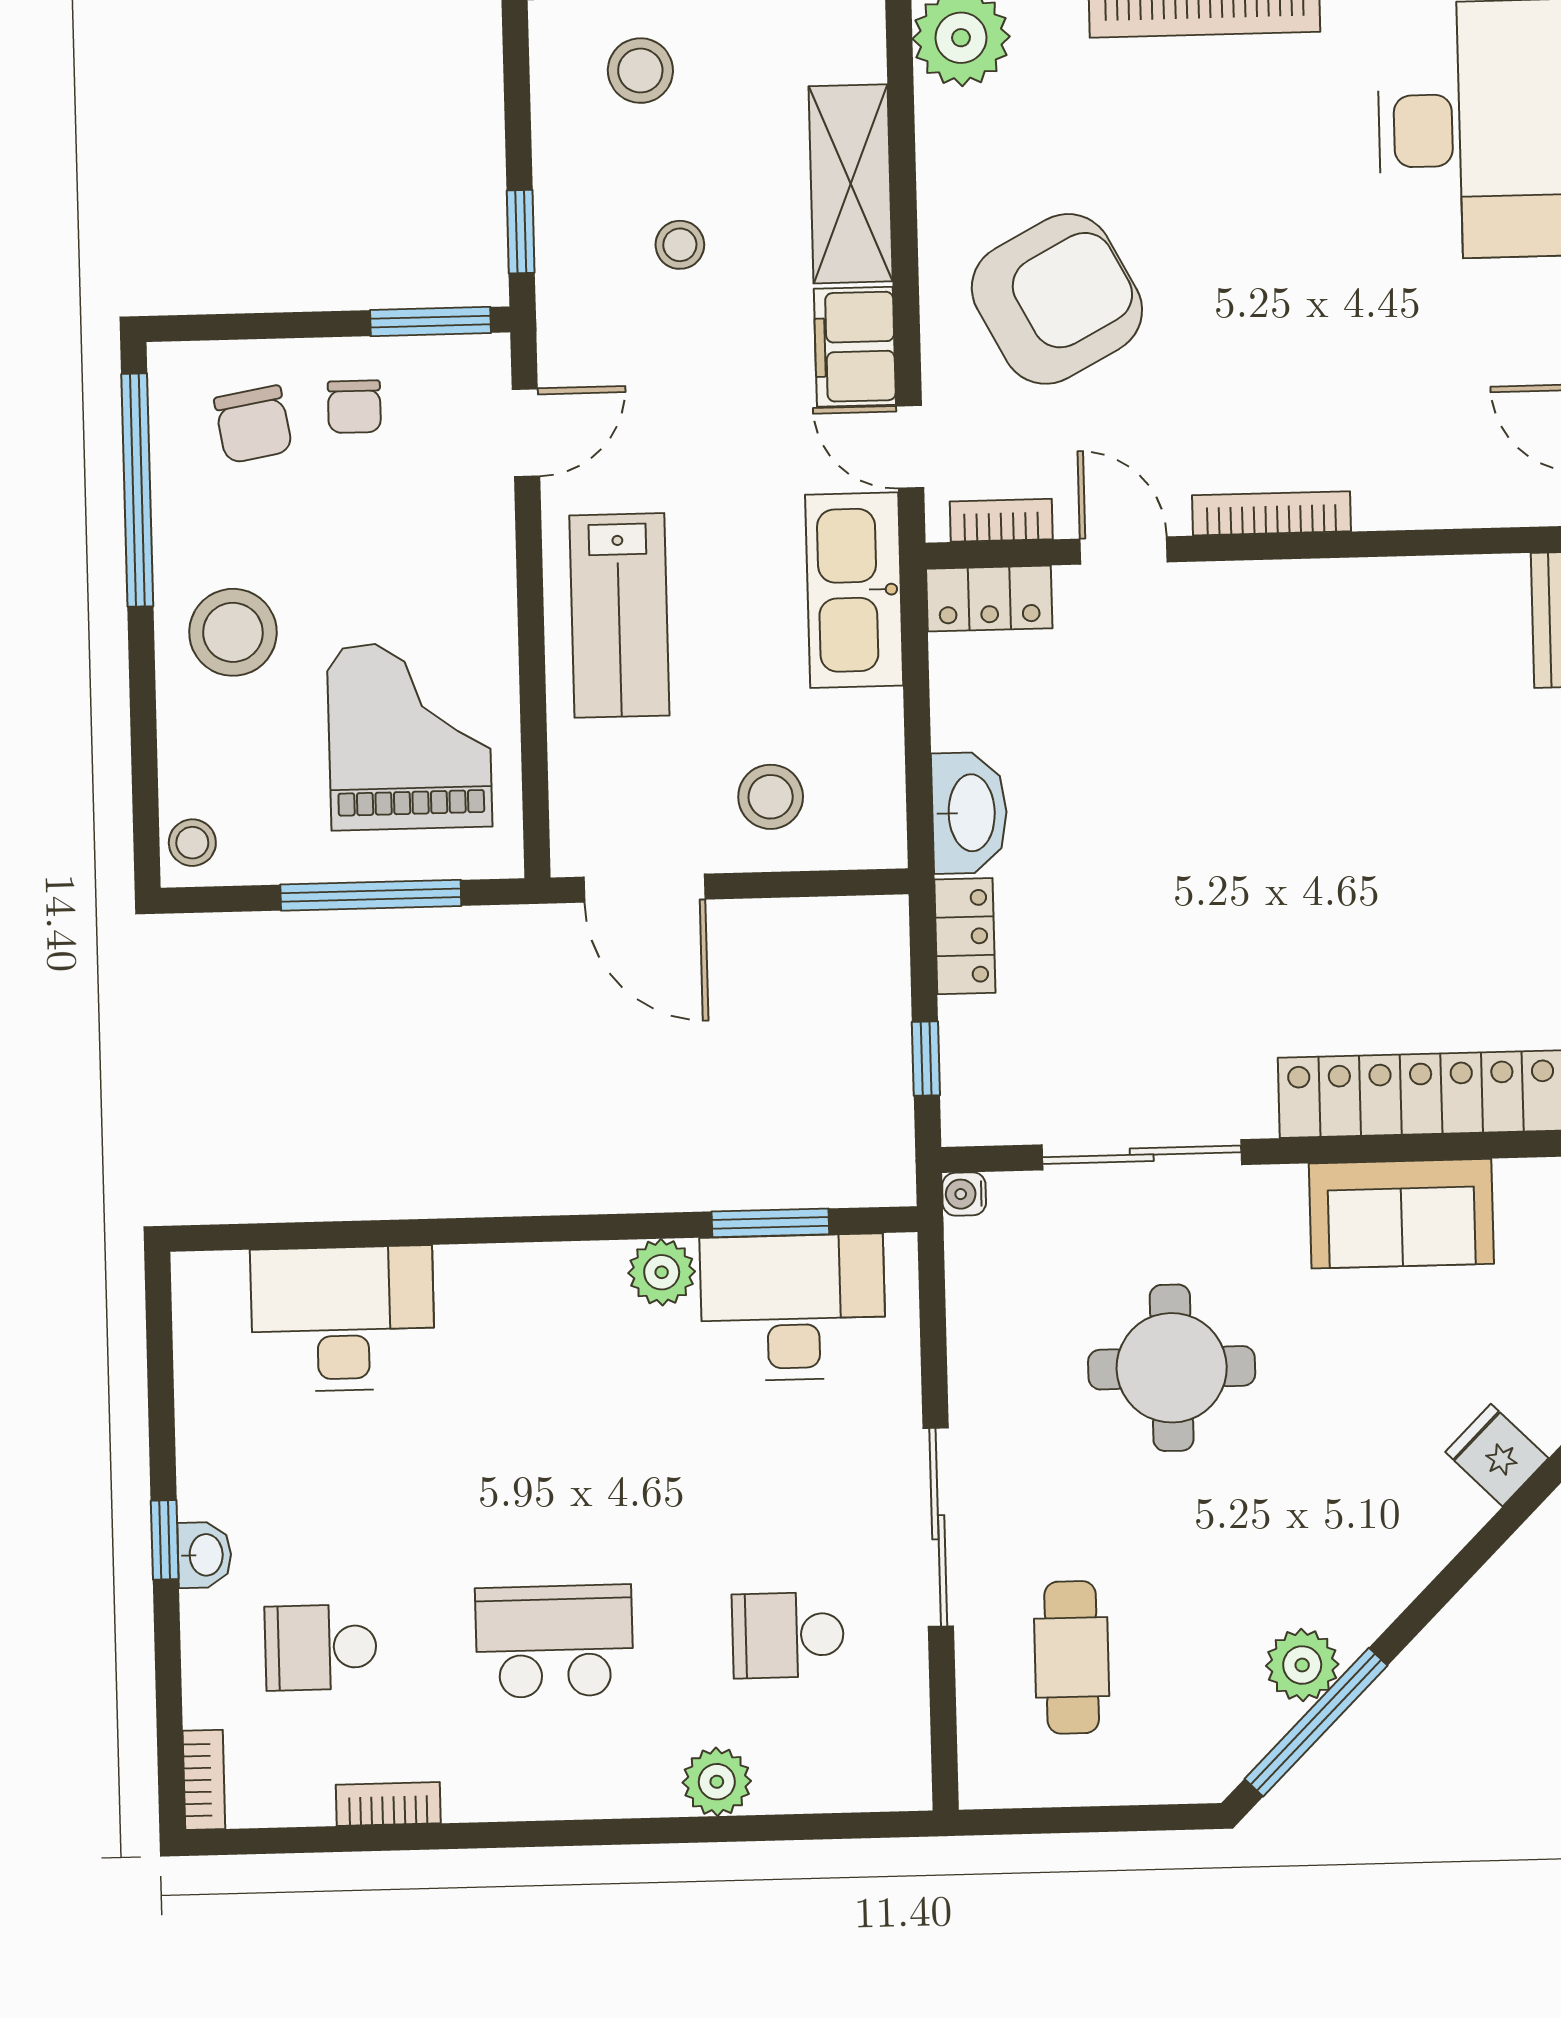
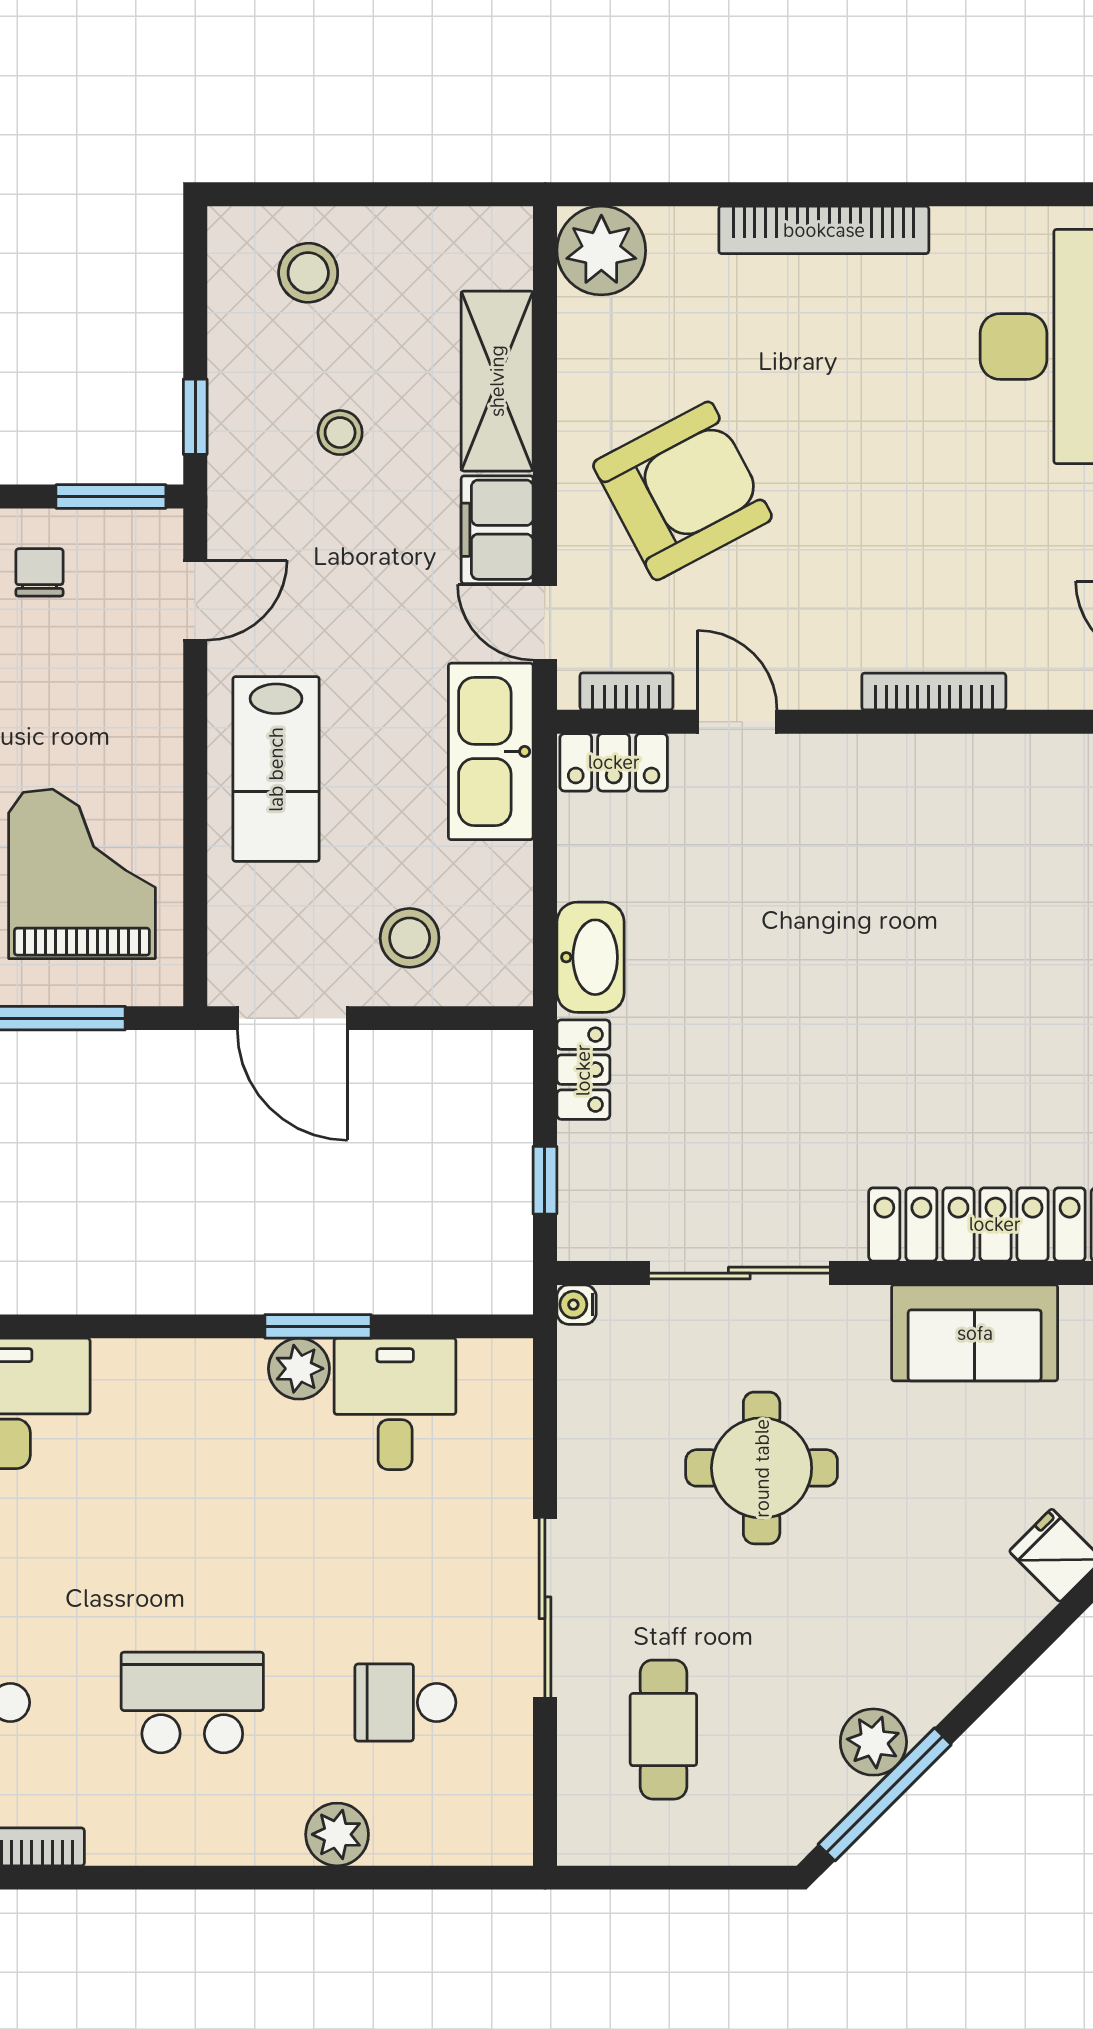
chair: (354, 407) -> (39, 572), turned 180
bookcase: (1272, 513) -> (934, 691), moved
window: (770, 1223) -> (318, 1326), moved
desk: (793, 1307) -> (395, 1404), width x0.73

